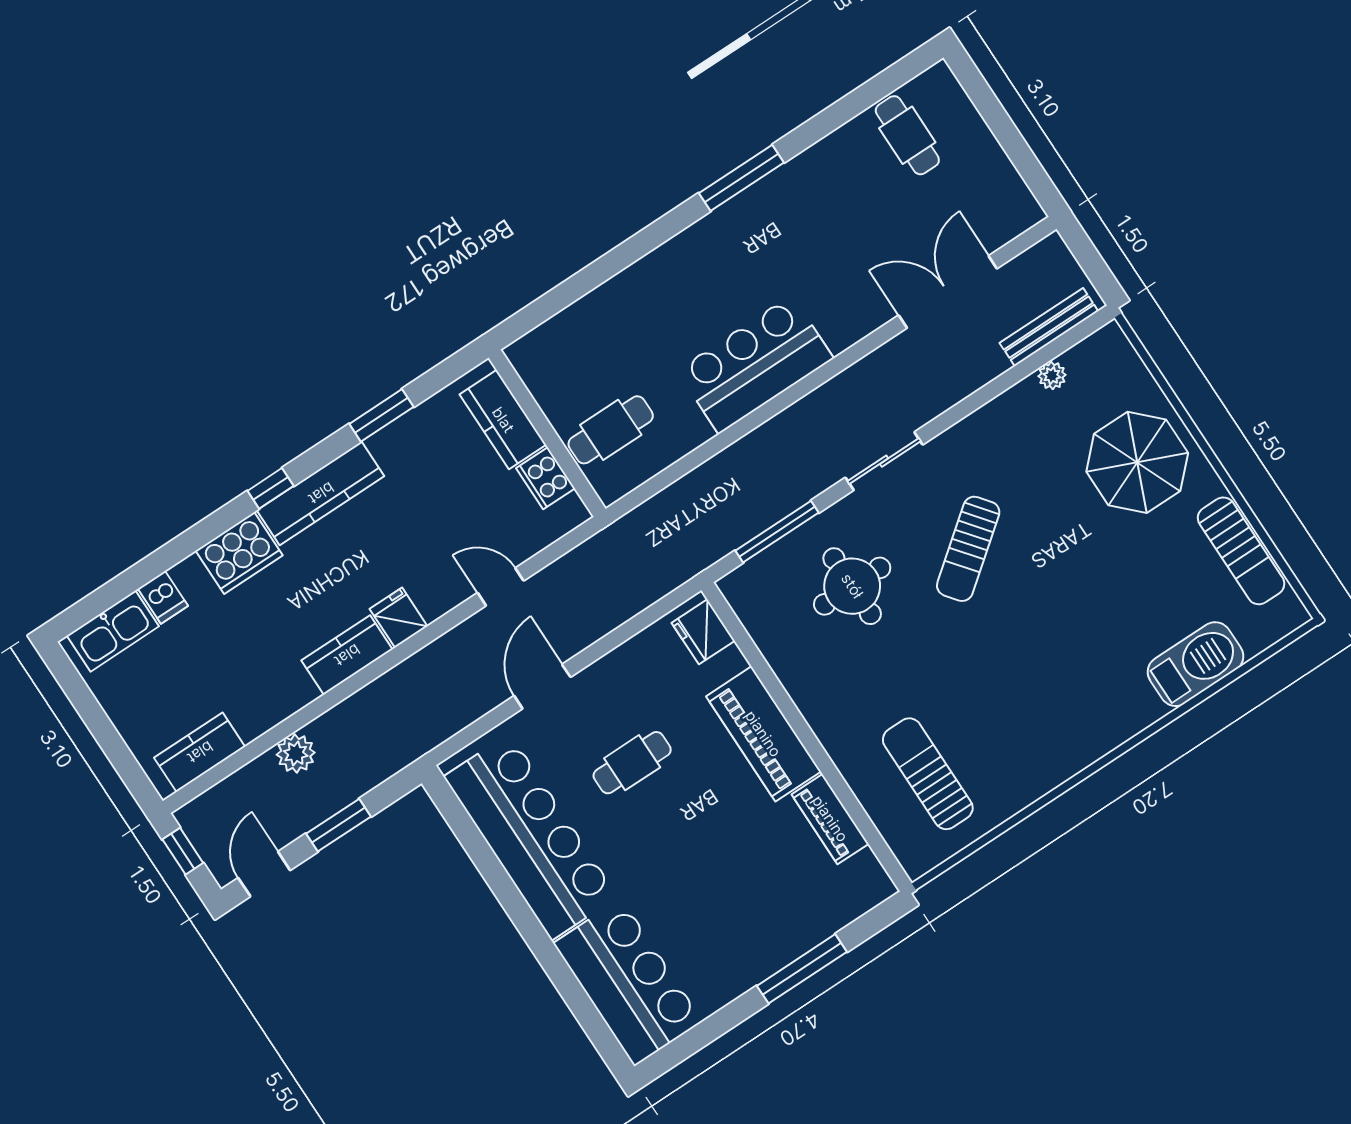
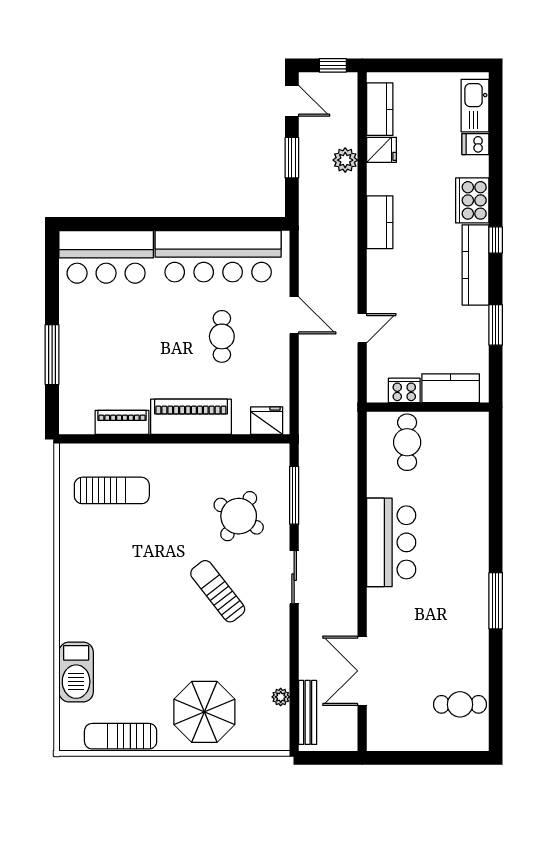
double door: (948, 292) -> (362, 671), swing flipped
round table: (852, 586) -> (239, 516), turned 32
fridge: (399, 618) -> (382, 150), moved

